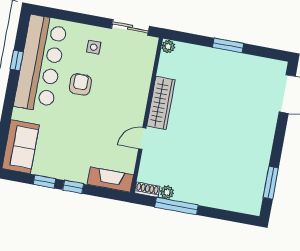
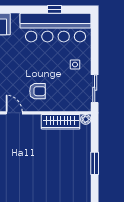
armchair: (80, 84) -> (37, 91), moved
wardrobe: (161, 103) -> (61, 122), moved

